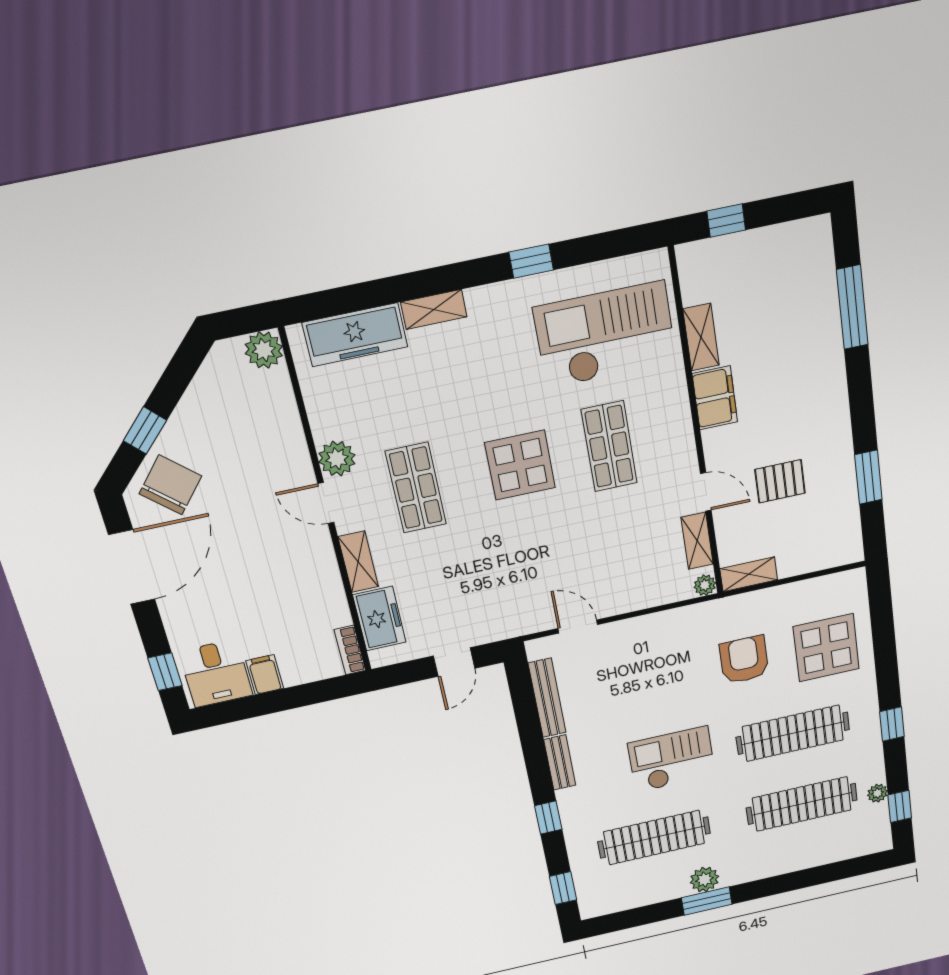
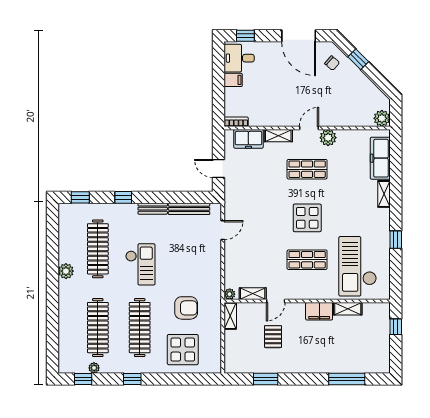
checkout: (605, 335) -> (358, 266), turned 180
chair: (170, 485) -> (332, 63), width x0.54, depth x0.54
window: (707, 901) -> (52, 270), removed

